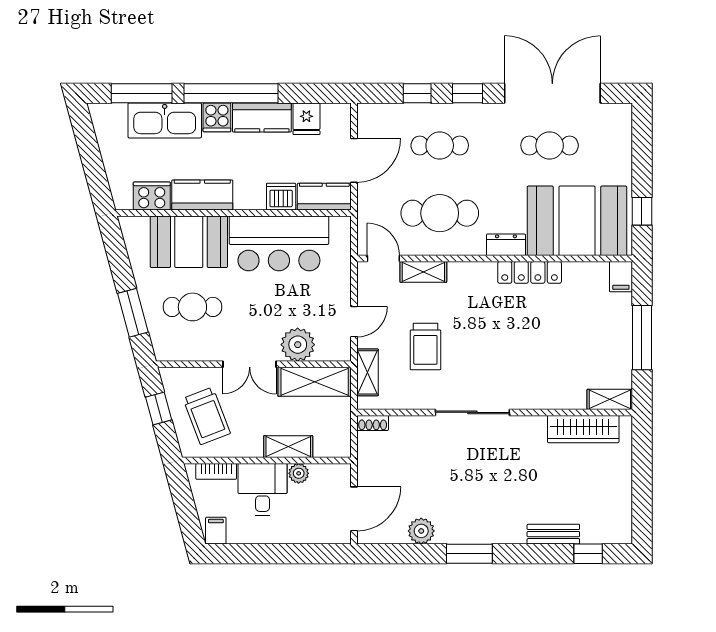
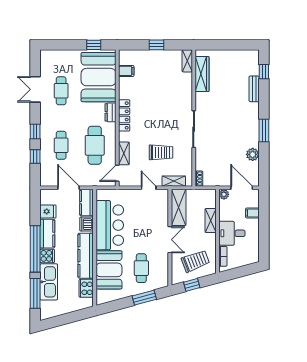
double door: (552, 93) -> (35, 89), width x0.54
kitchen counter: (202, 195) -> (86, 256), width x1.50
locker: (530, 272) -> (124, 115), moved
filing cabinet: (621, 277) -> (126, 71), moved
window: (642, 338) -> (157, 45), width x0.46
plant: (298, 345) -> (160, 216), removed
plant: (299, 473) -> (224, 194), moved
filing cabinet: (216, 531) -> (252, 213), moved

